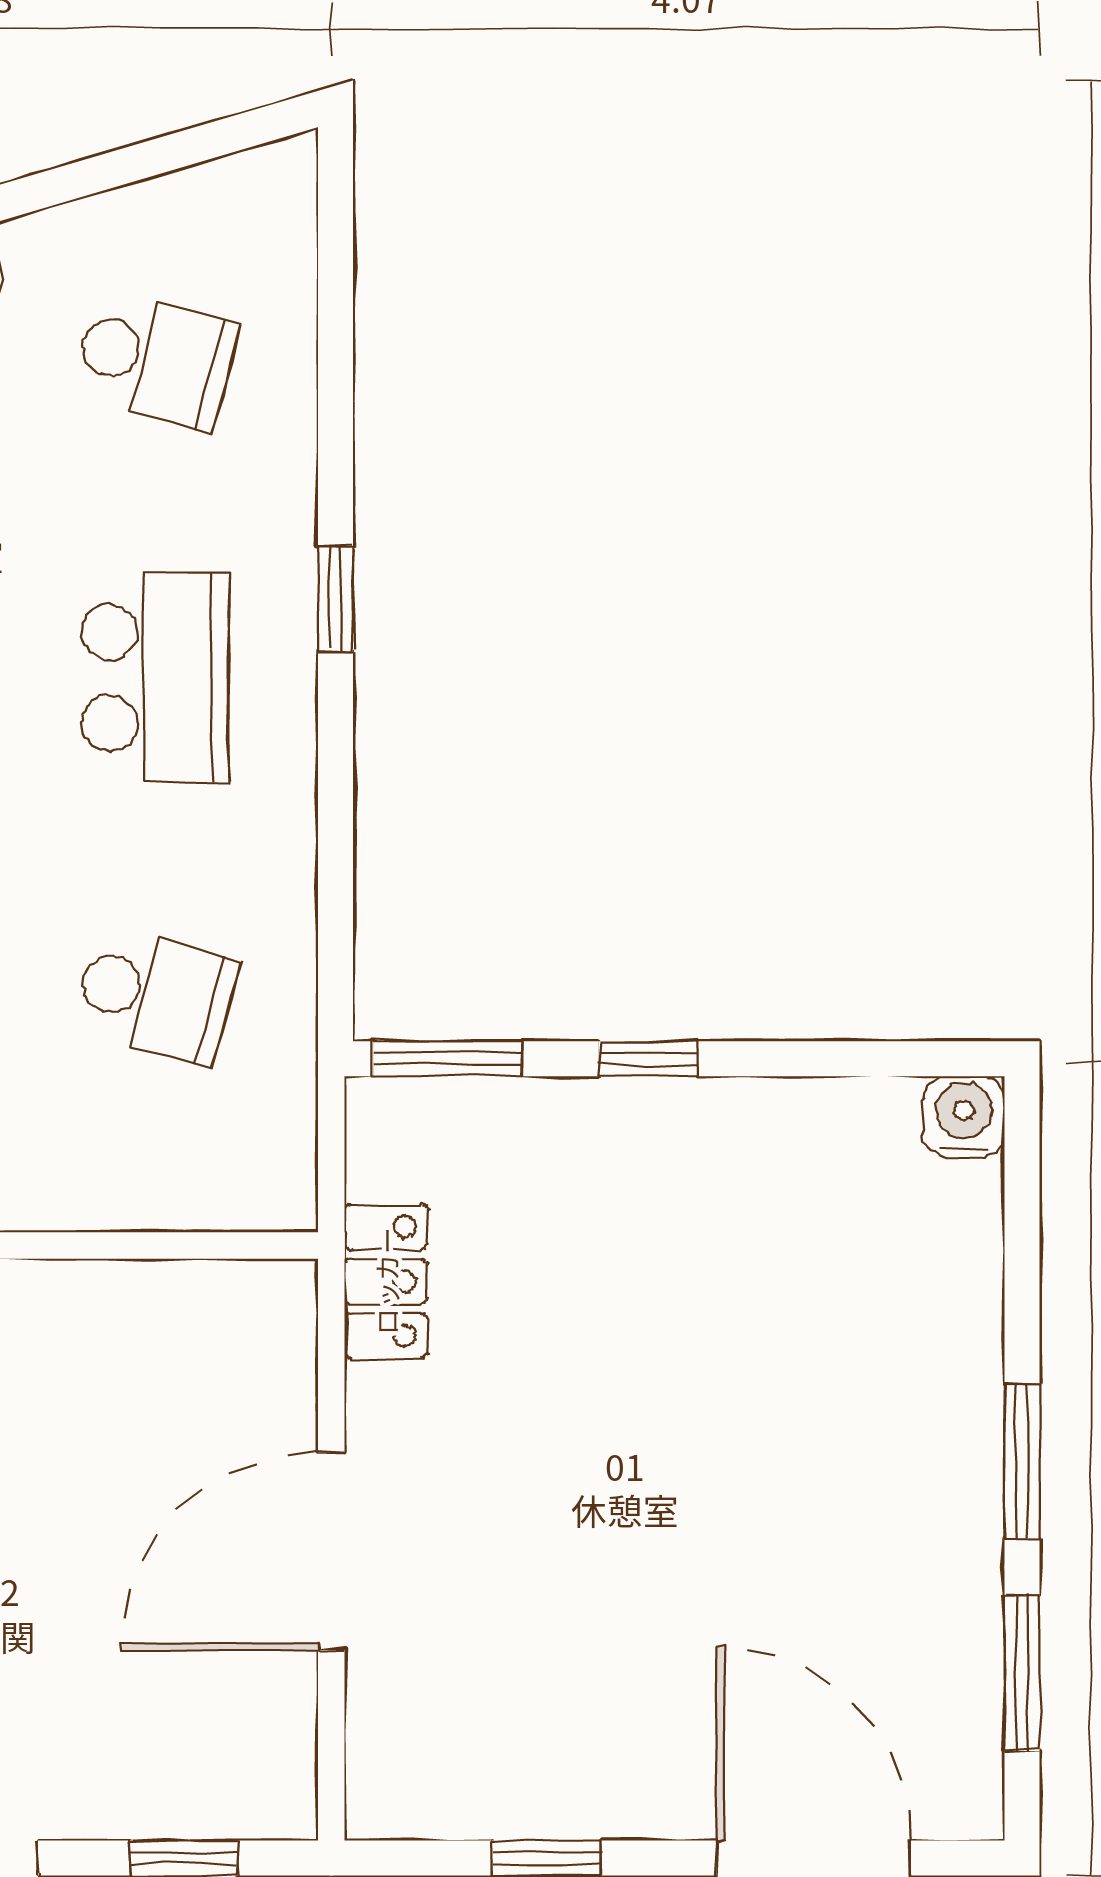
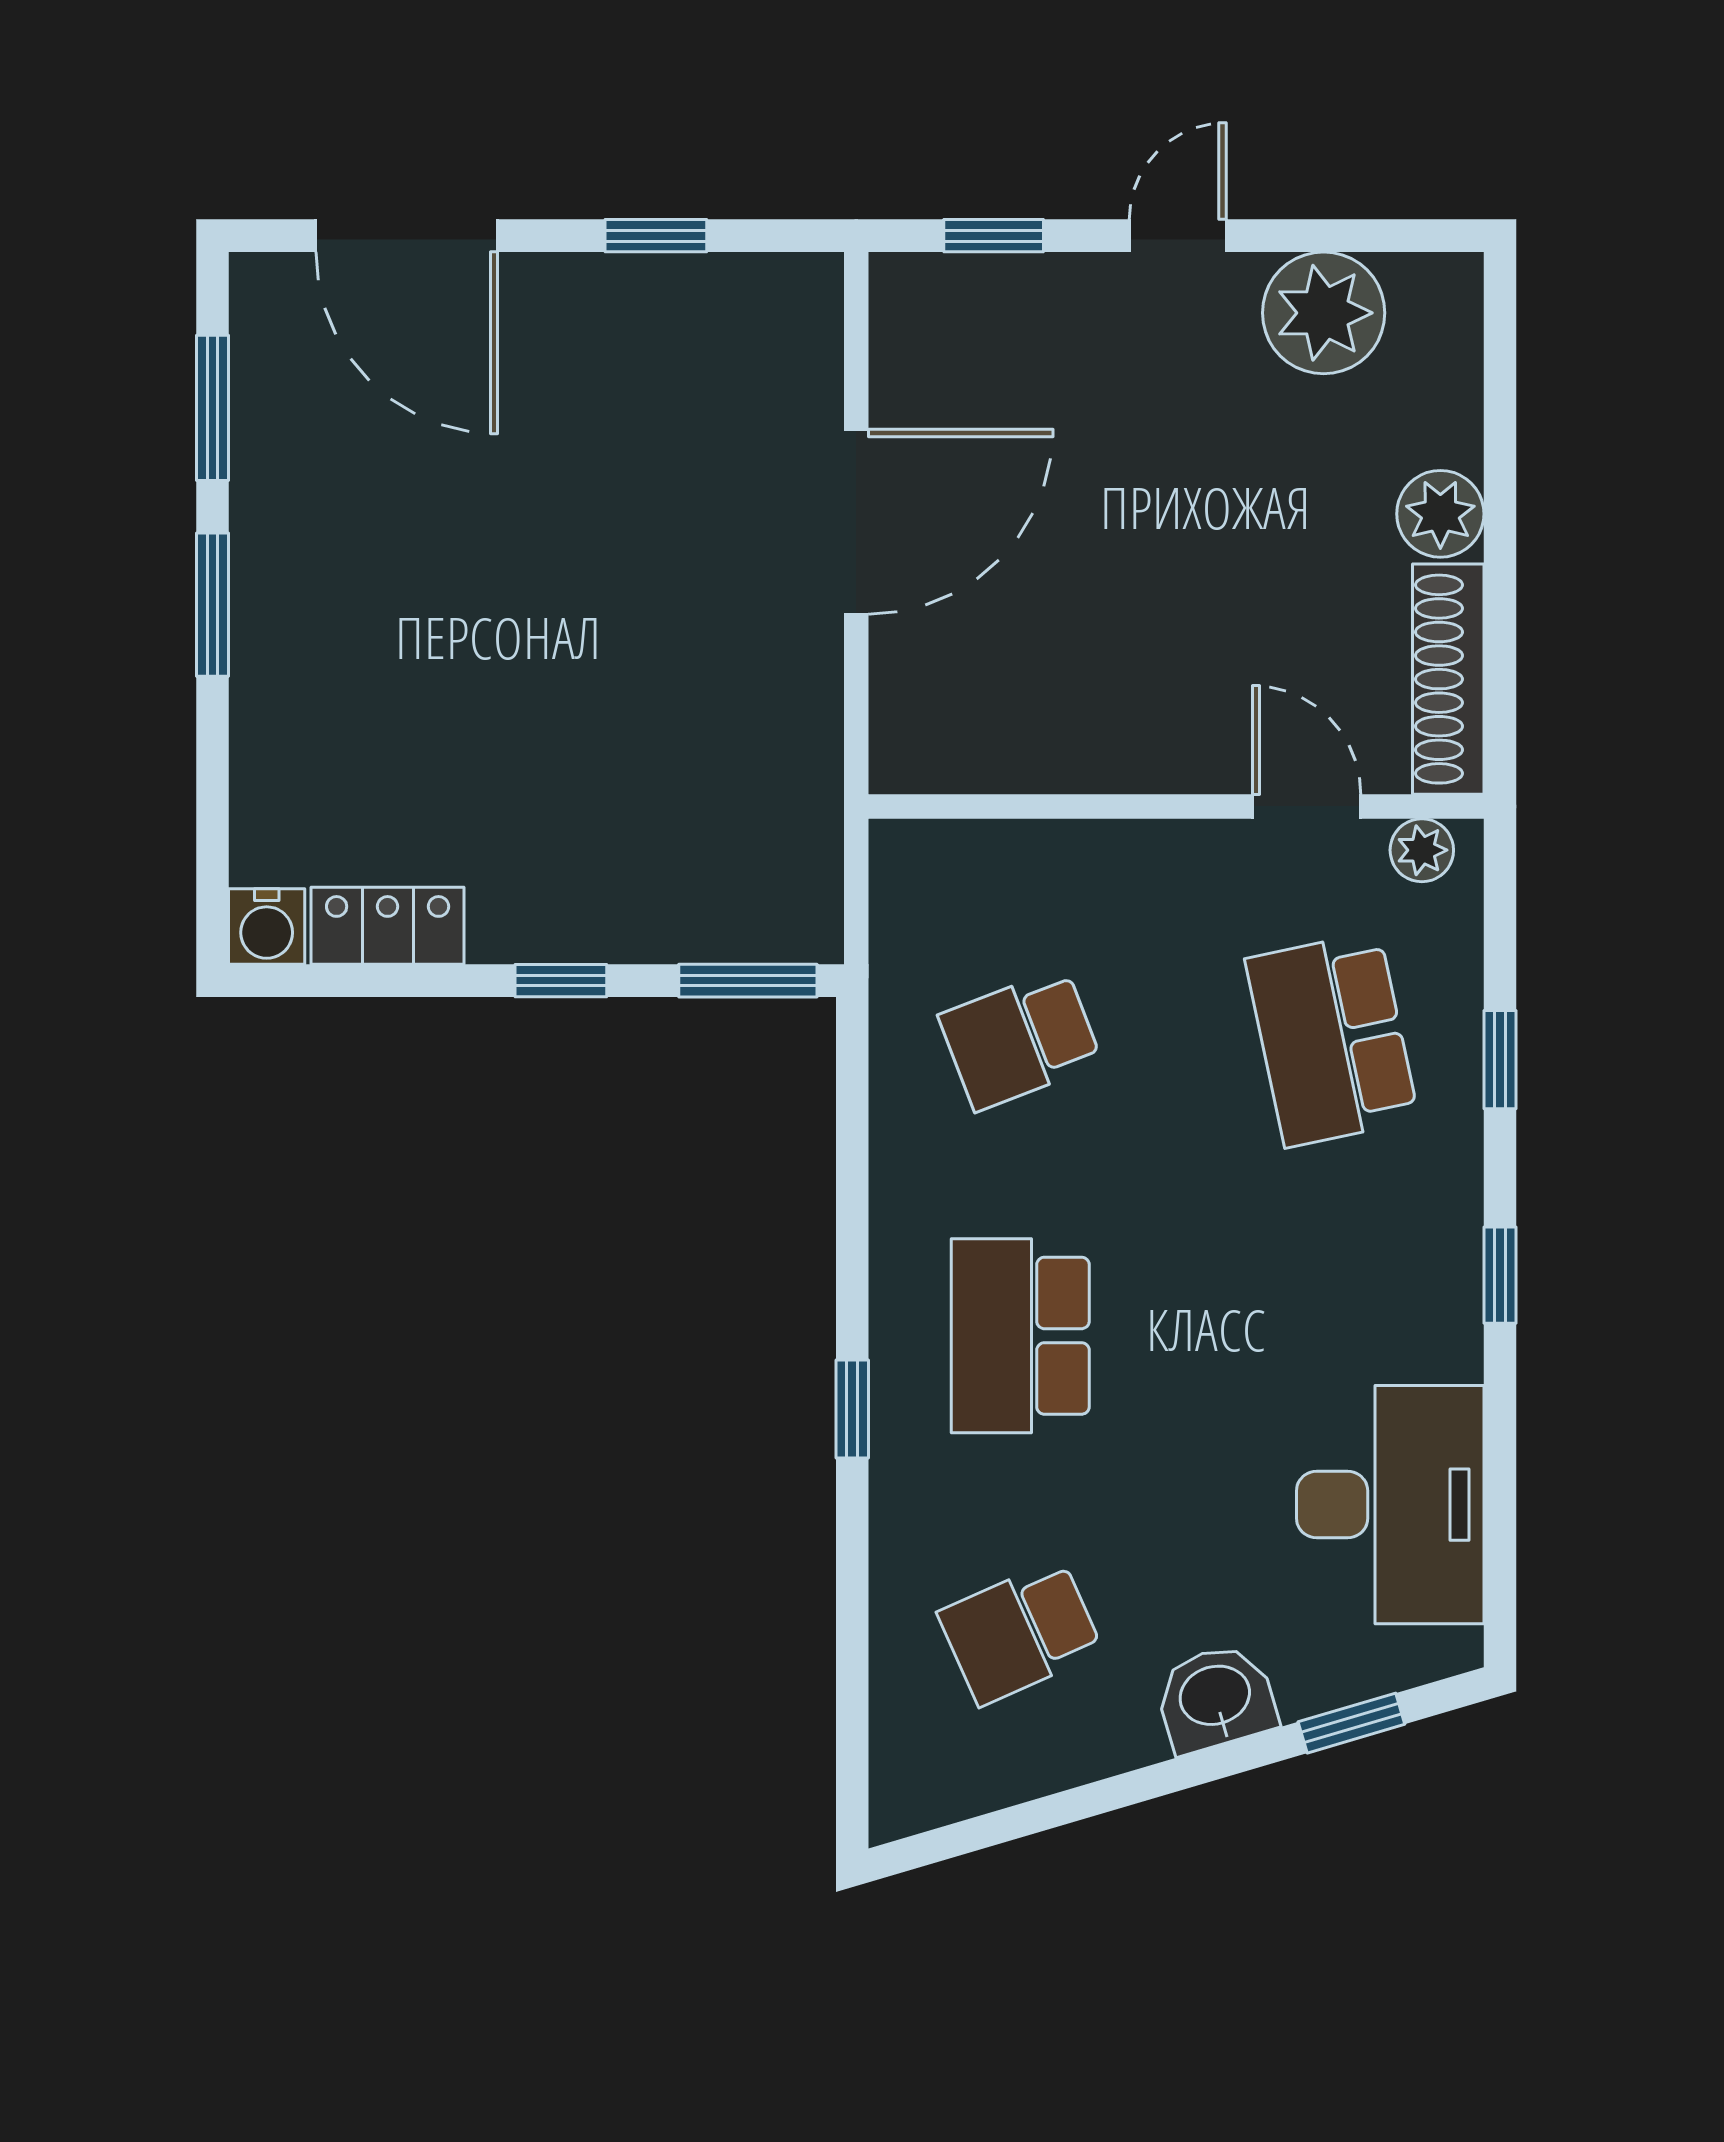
school desk: (155, 360) -> (1020, 1632), turned -39
school desk: (155, 996) -> (1020, 1039), turned -36
locker: (386, 1281) -> (388, 926), moved, turned 90

